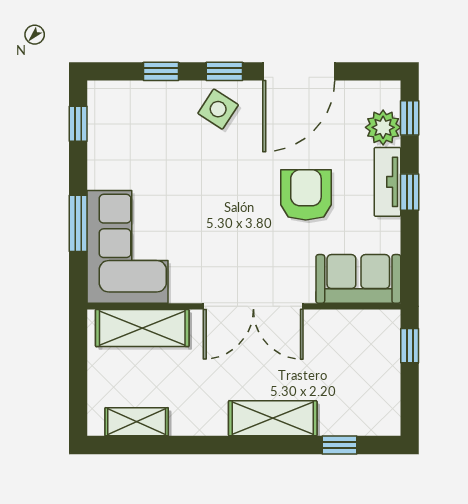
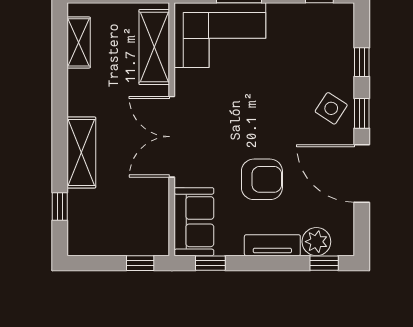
window: (410, 192) -> (210, 263), moved

